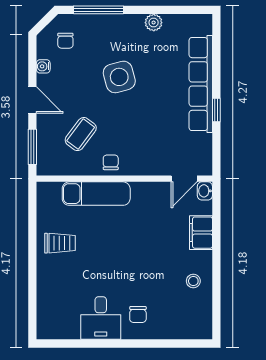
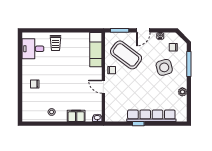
side table: (119, 77) -> (164, 67), moved
coffee table: (81, 134) -> (126, 55), width x1.86, depth x1.72
door: (184, 179) -> (103, 87), moved
exam couch: (96, 194) -> (96, 50), moved
trolley: (60, 243) -> (56, 43), moved
desk: (101, 318) -> (33, 49), moved

